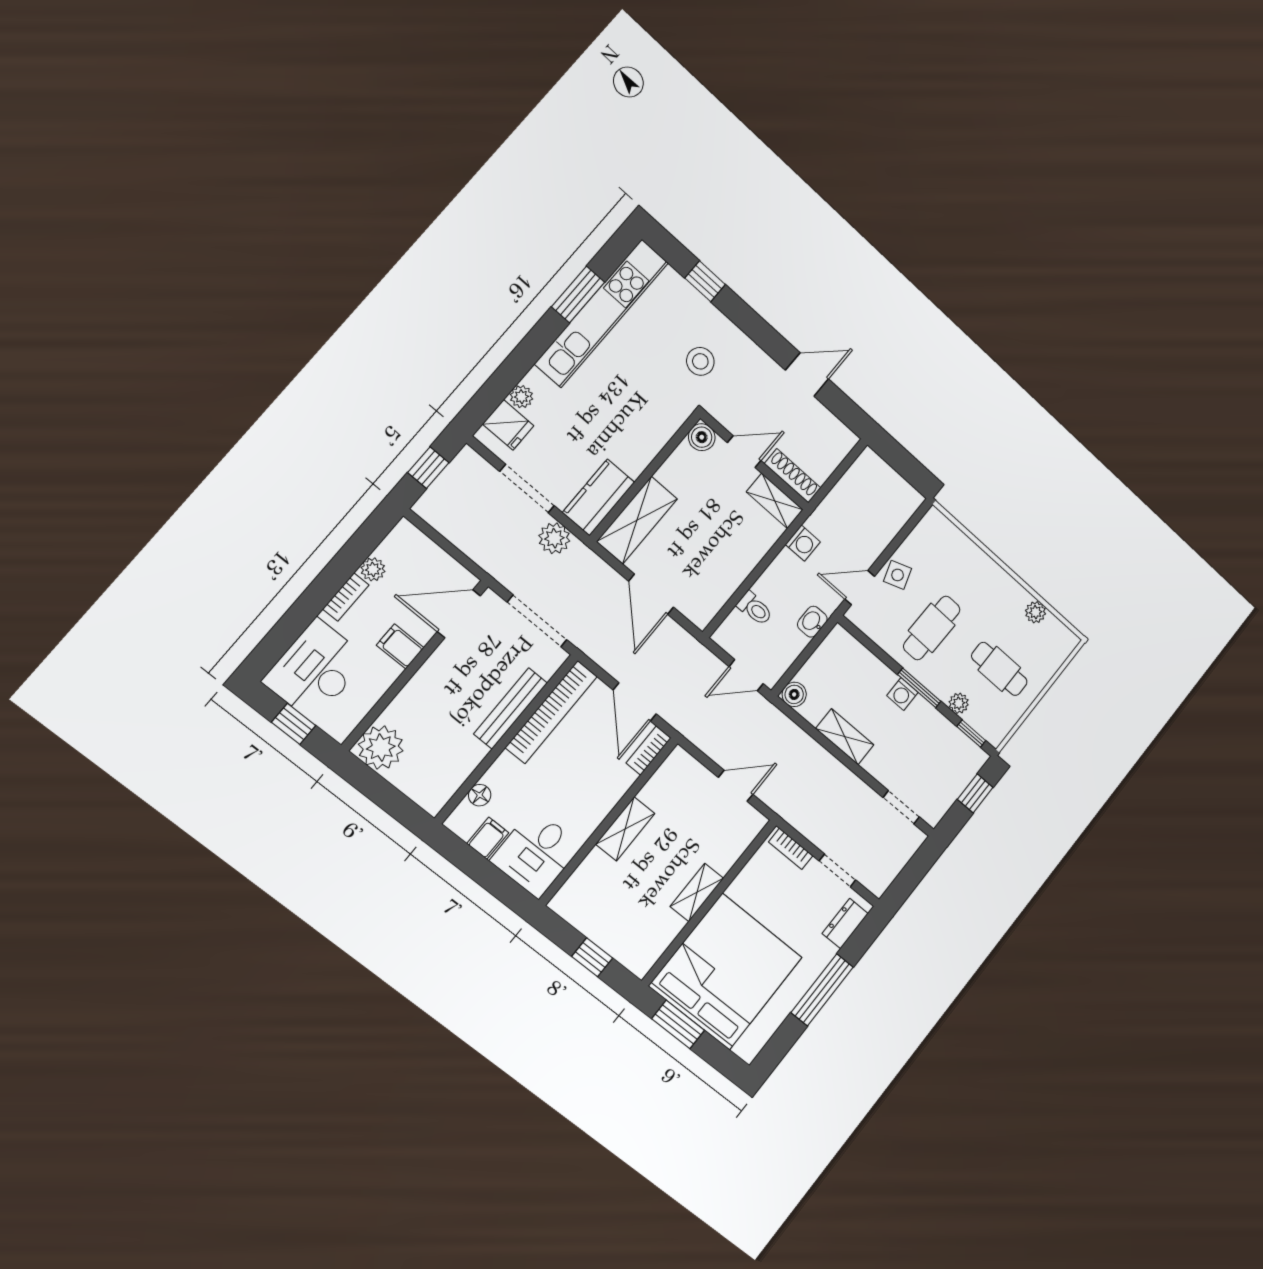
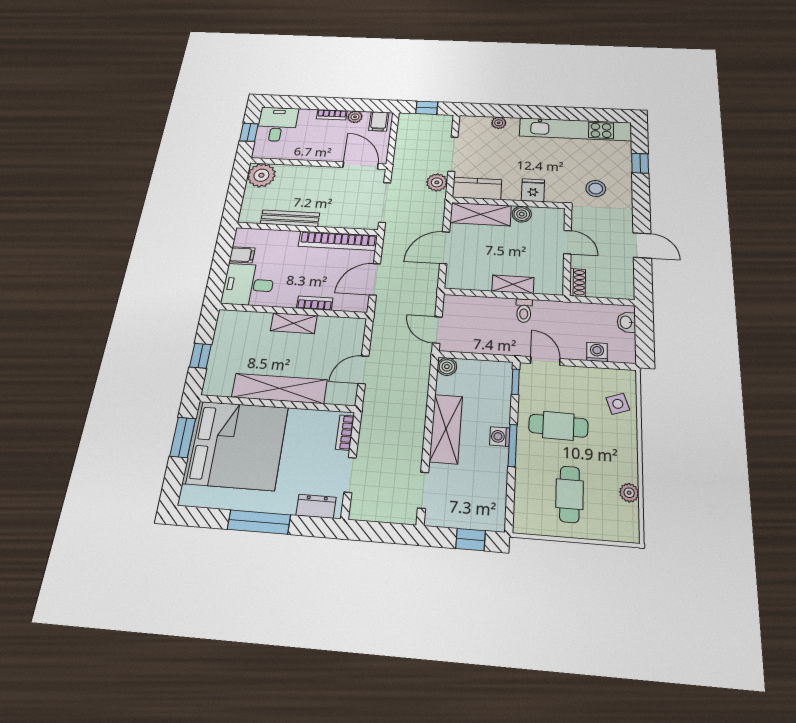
window: (578, 295) -> (574, 114), removed
fridge: (508, 425) -> (533, 190), moved, turned 180
boiler: (702, 437) -> (522, 214), moved
shoe rack: (793, 476) -> (578, 283), width x0.70
shelving: (775, 501) -> (513, 284), moved, turned 90
washing machine: (803, 543) -> (597, 352), moved, turned 180
side table: (898, 575) -> (618, 404), moved
toilet: (755, 609) -> (524, 311), moved
washbasin: (812, 622) -> (626, 322), moved, turned -90
filing cabinet: (400, 646) -> (379, 121), moved, turned 180
desk: (315, 670) -> (277, 124), width x0.73
plant: (959, 703) -> (524, 481), removed
bench: (510, 708) -> (290, 218), moved
window: (971, 734) -> (515, 382), moved
shelving: (845, 737) -> (446, 429), width x1.50, depth x1.33
bookcase: (649, 751) -> (315, 303), moved
door: (736, 786) -> (363, 370), swing flipped
floor lamp: (480, 795) -> (265, 236), removed
shelving: (697, 892) -> (279, 388), width x2.20, depth x1.33

